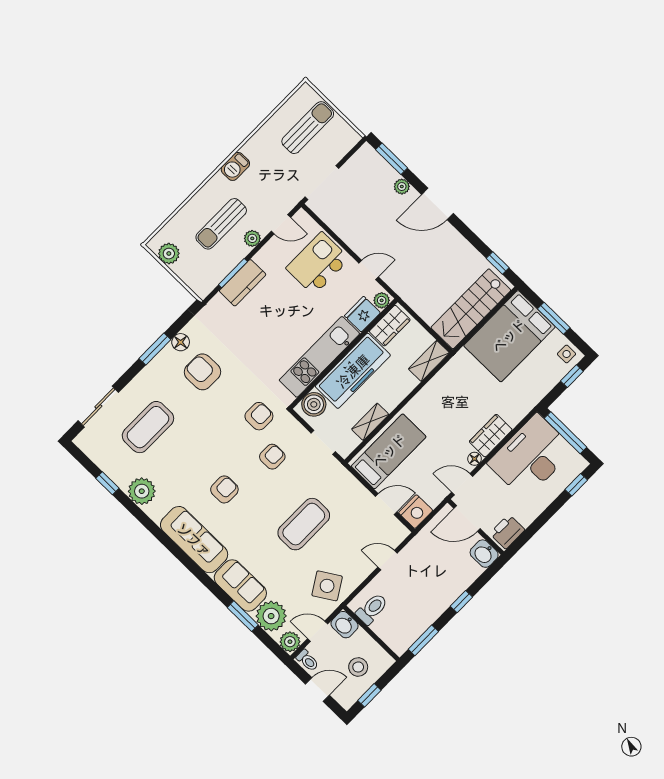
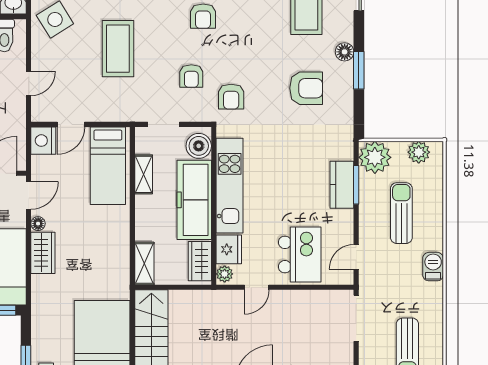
plant: (252, 238) -> (375, 157), moved, width x1.88, depth x1.88
floor lamp: (181, 342) -> (345, 52), moved

